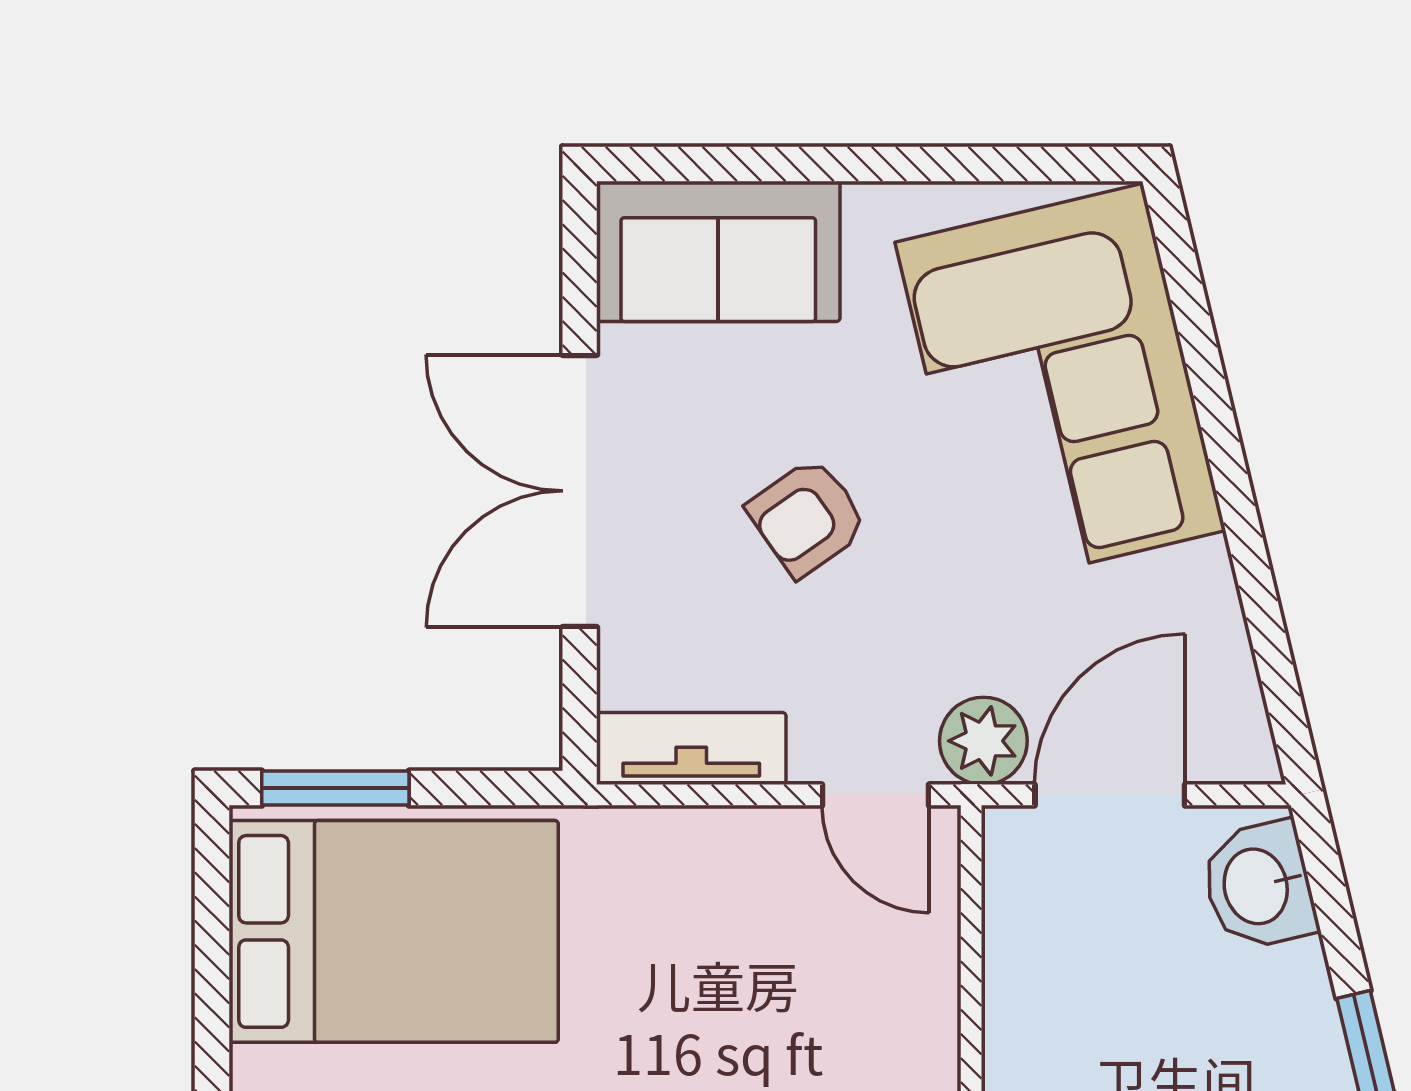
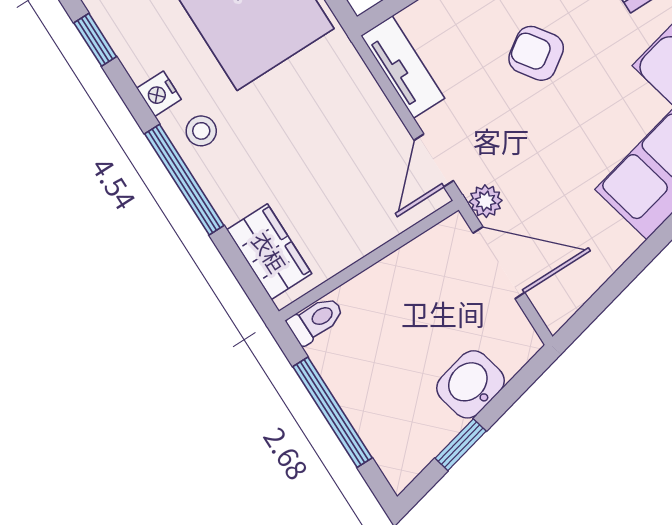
plant: (983, 741) -> (486, 201), width x0.73, depth x0.73
washbasin: (1259, 886) -> (471, 384), moved

